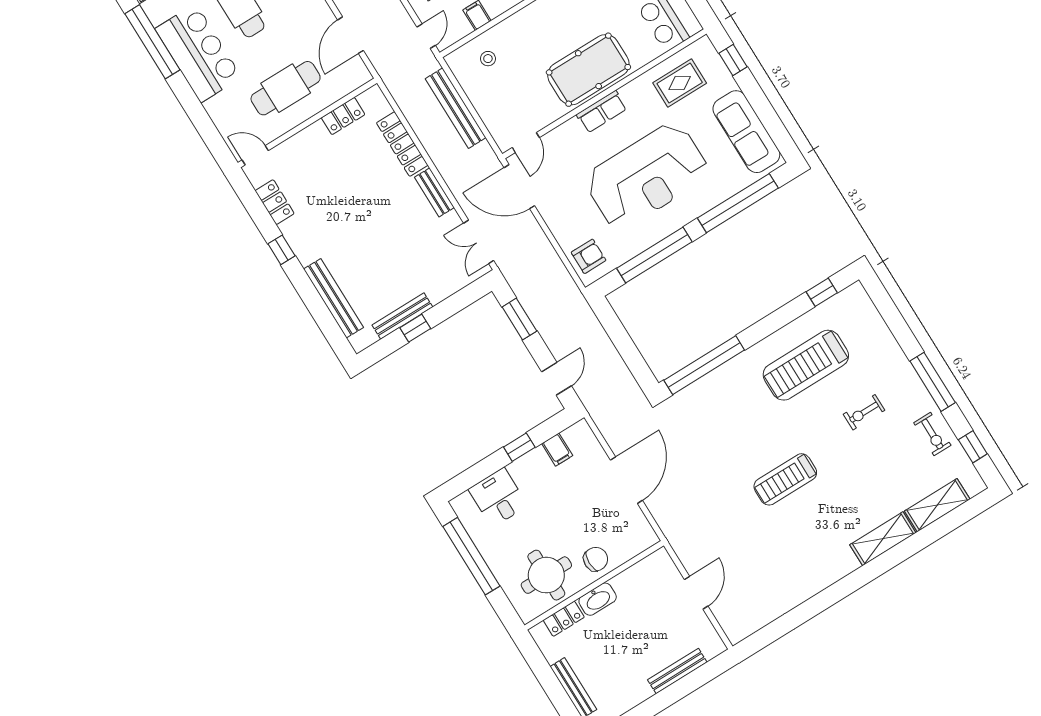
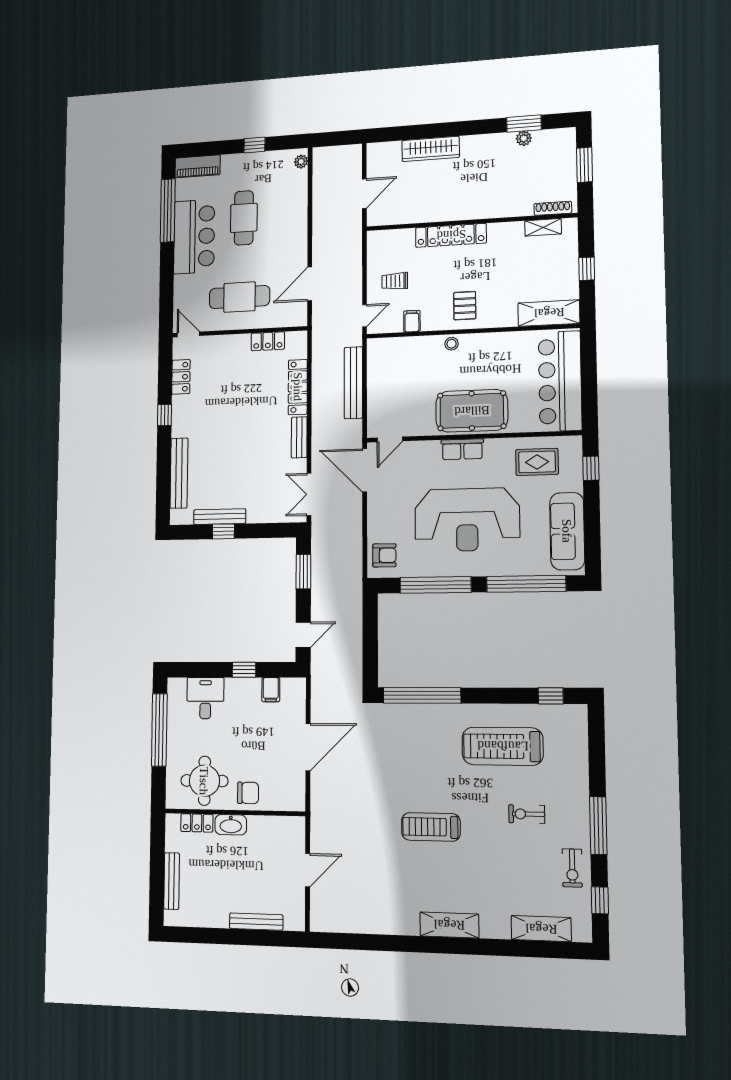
stool: (488, 59) -> (452, 344), moved
shelving: (883, 539) -> (449, 925), moved

